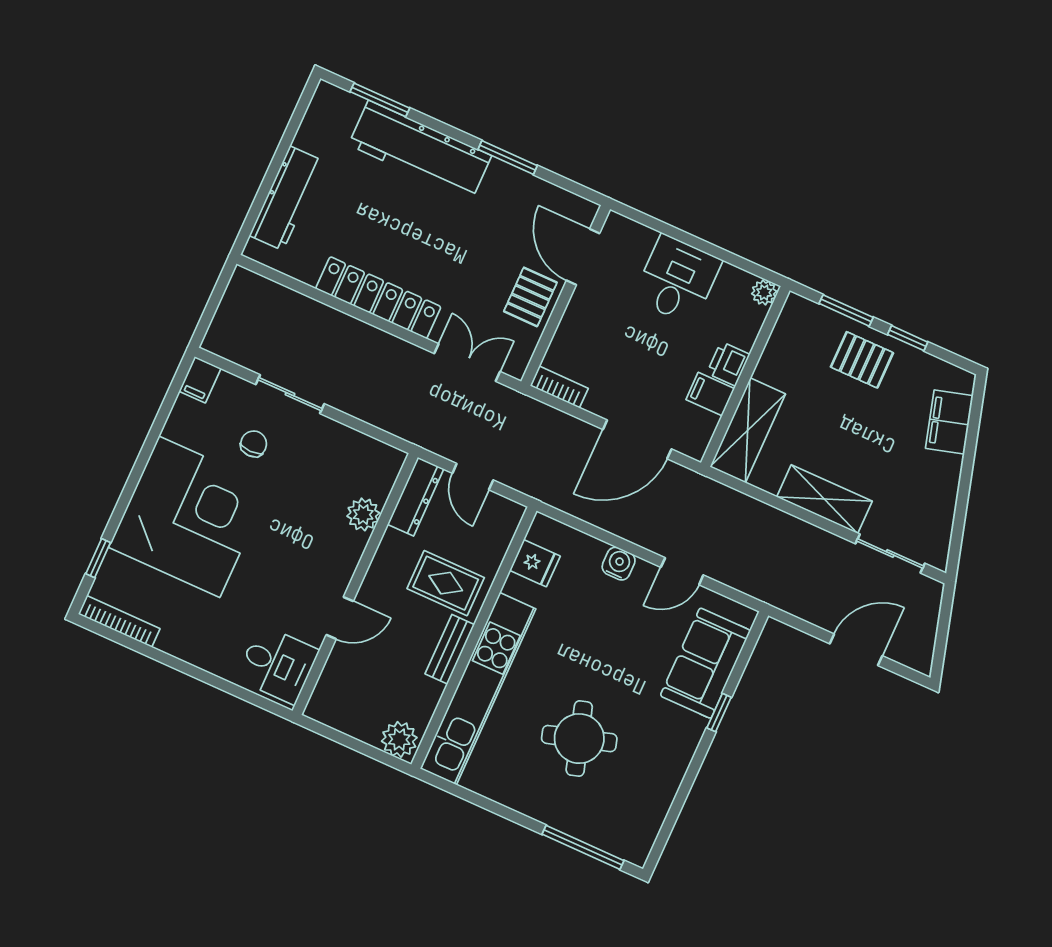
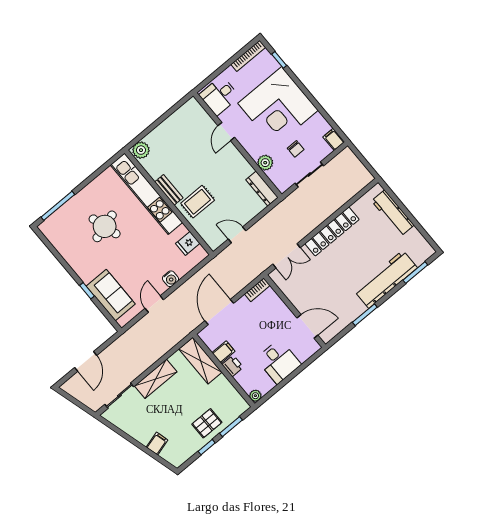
pallet: (530, 297) -> (301, 296), removed
filing cabinet: (949, 422) -> (157, 444), width x0.50
dresser: (416, 497) -> (262, 188), moved
plant: (363, 514) -> (265, 163), moved
wall: (355, 584) -> (237, 145), moved
door: (340, 618) -> (226, 132), moved
desk: (277, 664) -> (219, 96), moved

